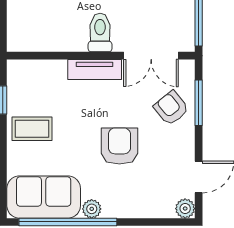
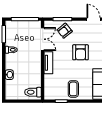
toilet: (100, 33) -> (33, 92), moved
armchair: (119, 146) -> (81, 52), turned -90

